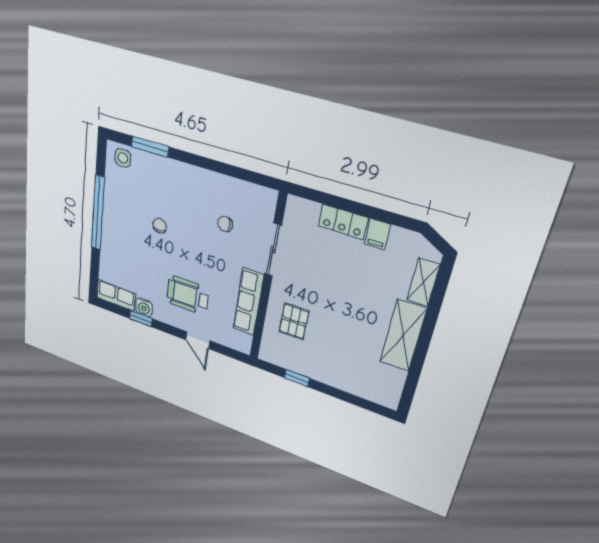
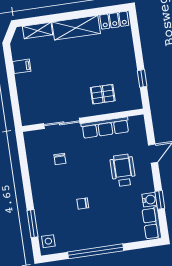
locker: (343, 222) -> (114, 20), moved, turned 90
wheelchair: (188, 295) -> (123, 170), turned 180

